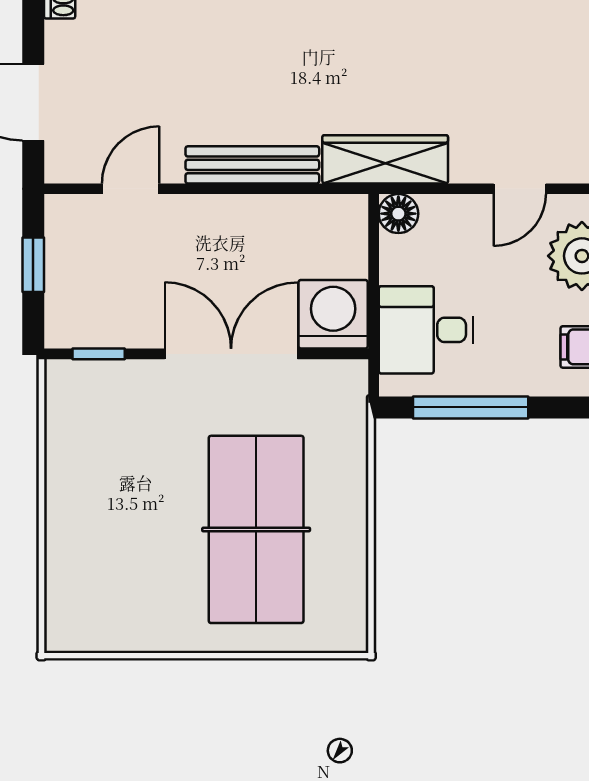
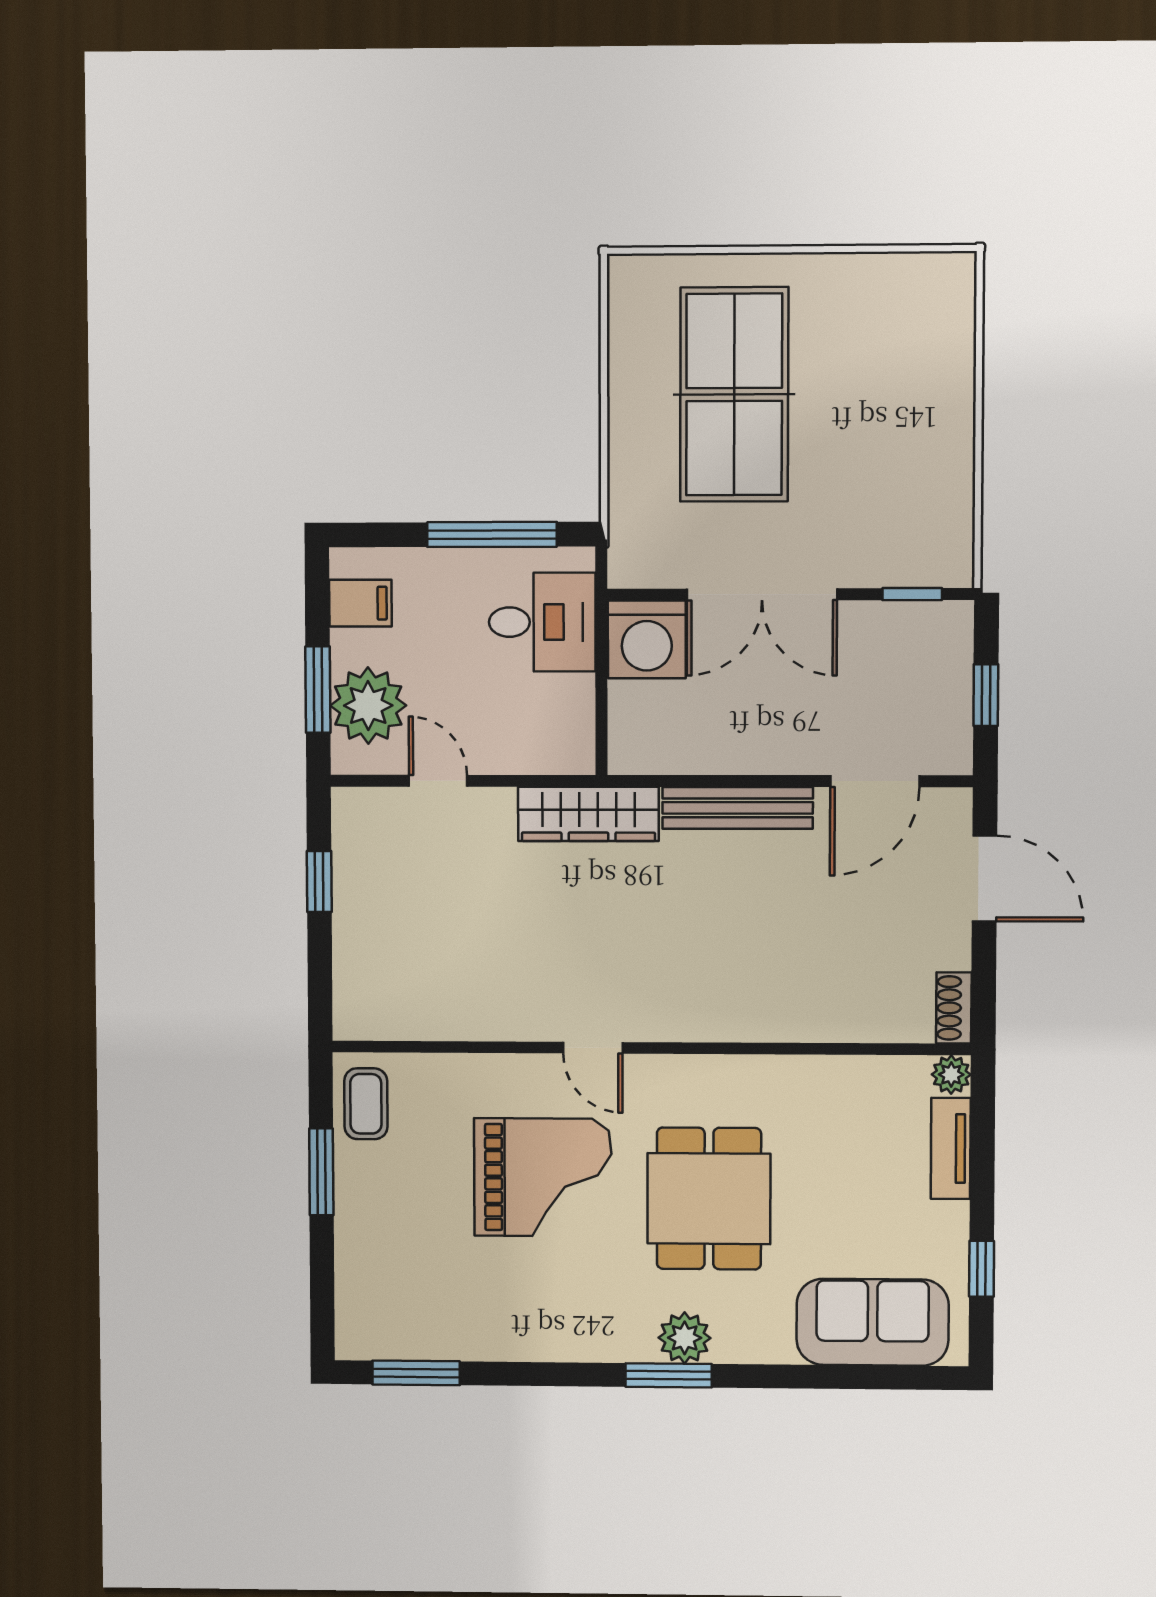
door: (131, 189) -> (875, 781), width x1.38
door: (520, 189) -> (438, 781), hinge flipped
floor lamp: (398, 214) -> (574, 753), removed

